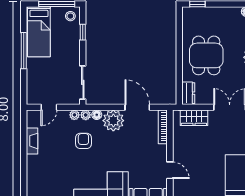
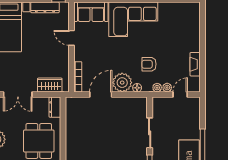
sliding door: (83, 82) -> (150, 133), moved
door: (137, 107) -> (101, 95), swing flipped
plant: (86, 115) -> (167, 88), moved
armchair: (83, 141) -> (149, 64), turned 90

